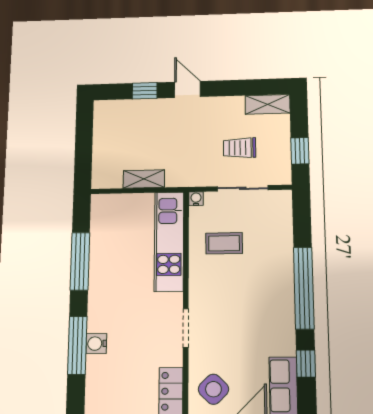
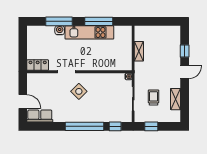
shelving: (268, 104) -> (176, 99), moved
kitchen unit: (169, 241) -> (89, 32), moved, turned 180
coffee table: (224, 243) -> (106, 90), removed
window: (306, 364) -> (115, 126), moved
side table: (213, 389) -> (79, 91), moved

